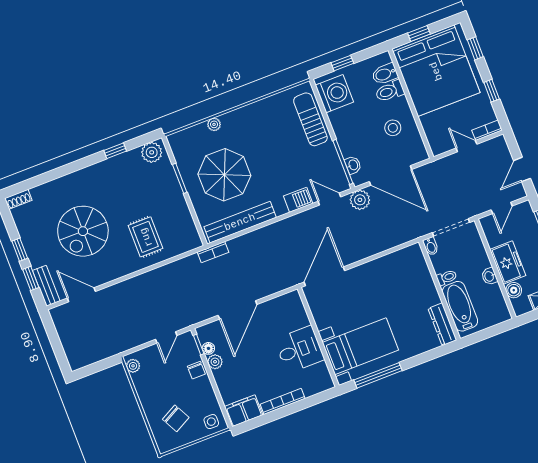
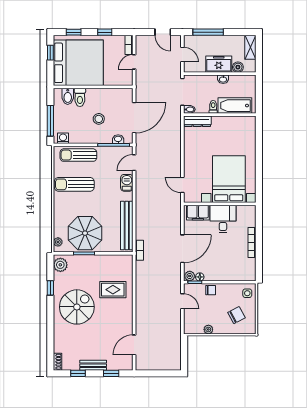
window: (419, 34) -> (50, 53), moved
window: (342, 63) -> (50, 121), width x2.17
washing machine: (334, 94) -> (63, 138), width x0.53, depth x0.53
plant: (214, 124) -> (58, 242), moved
stool: (393, 128) -> (99, 119), moved
sun lounger: (268, 129) -> (74, 184), added
parasol: (224, 175) -> (85, 233), moved
plant: (360, 200) -> (142, 143), removed
spiral stairs: (83, 231) -> (77, 307), moved, turned -90
window: (20, 250) -> (78, 373), moved
door: (324, 276) -> (182, 185), width x0.53
bench: (46, 286) -> (93, 365), moved
door: (238, 310) -> (182, 249), hinge flipped
dresser: (442, 324) -> (197, 121), moved
bed with nightstands: (360, 346) -> (229, 179), width x1.36
plant: (215, 362) -> (190, 276), moved
plant: (133, 366) -> (208, 329), moved
window: (378, 375) -> (259, 175), removed
filing cabinet: (244, 411) -> (198, 213), moved, turned -90

